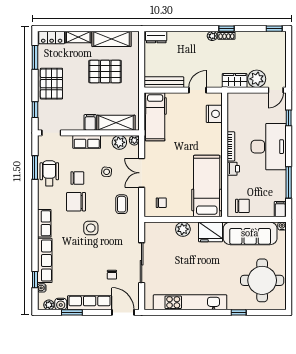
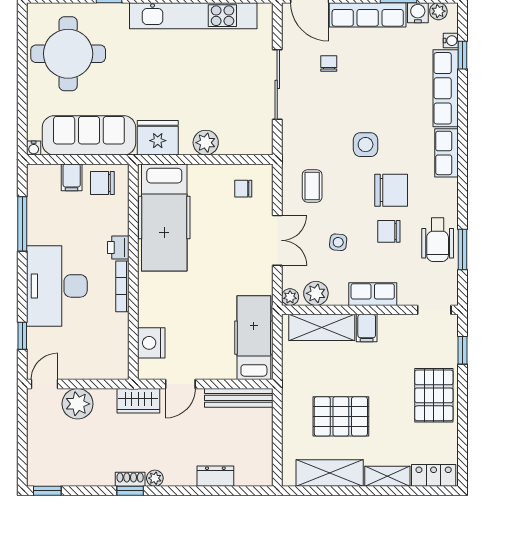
dresser: (156, 37) -> (215, 476), moved
window: (35, 57) -> (462, 441), removed
wardrobe: (235, 81) -> (138, 401), moved
filing cabinet: (280, 209) -> (72, 177), moved

